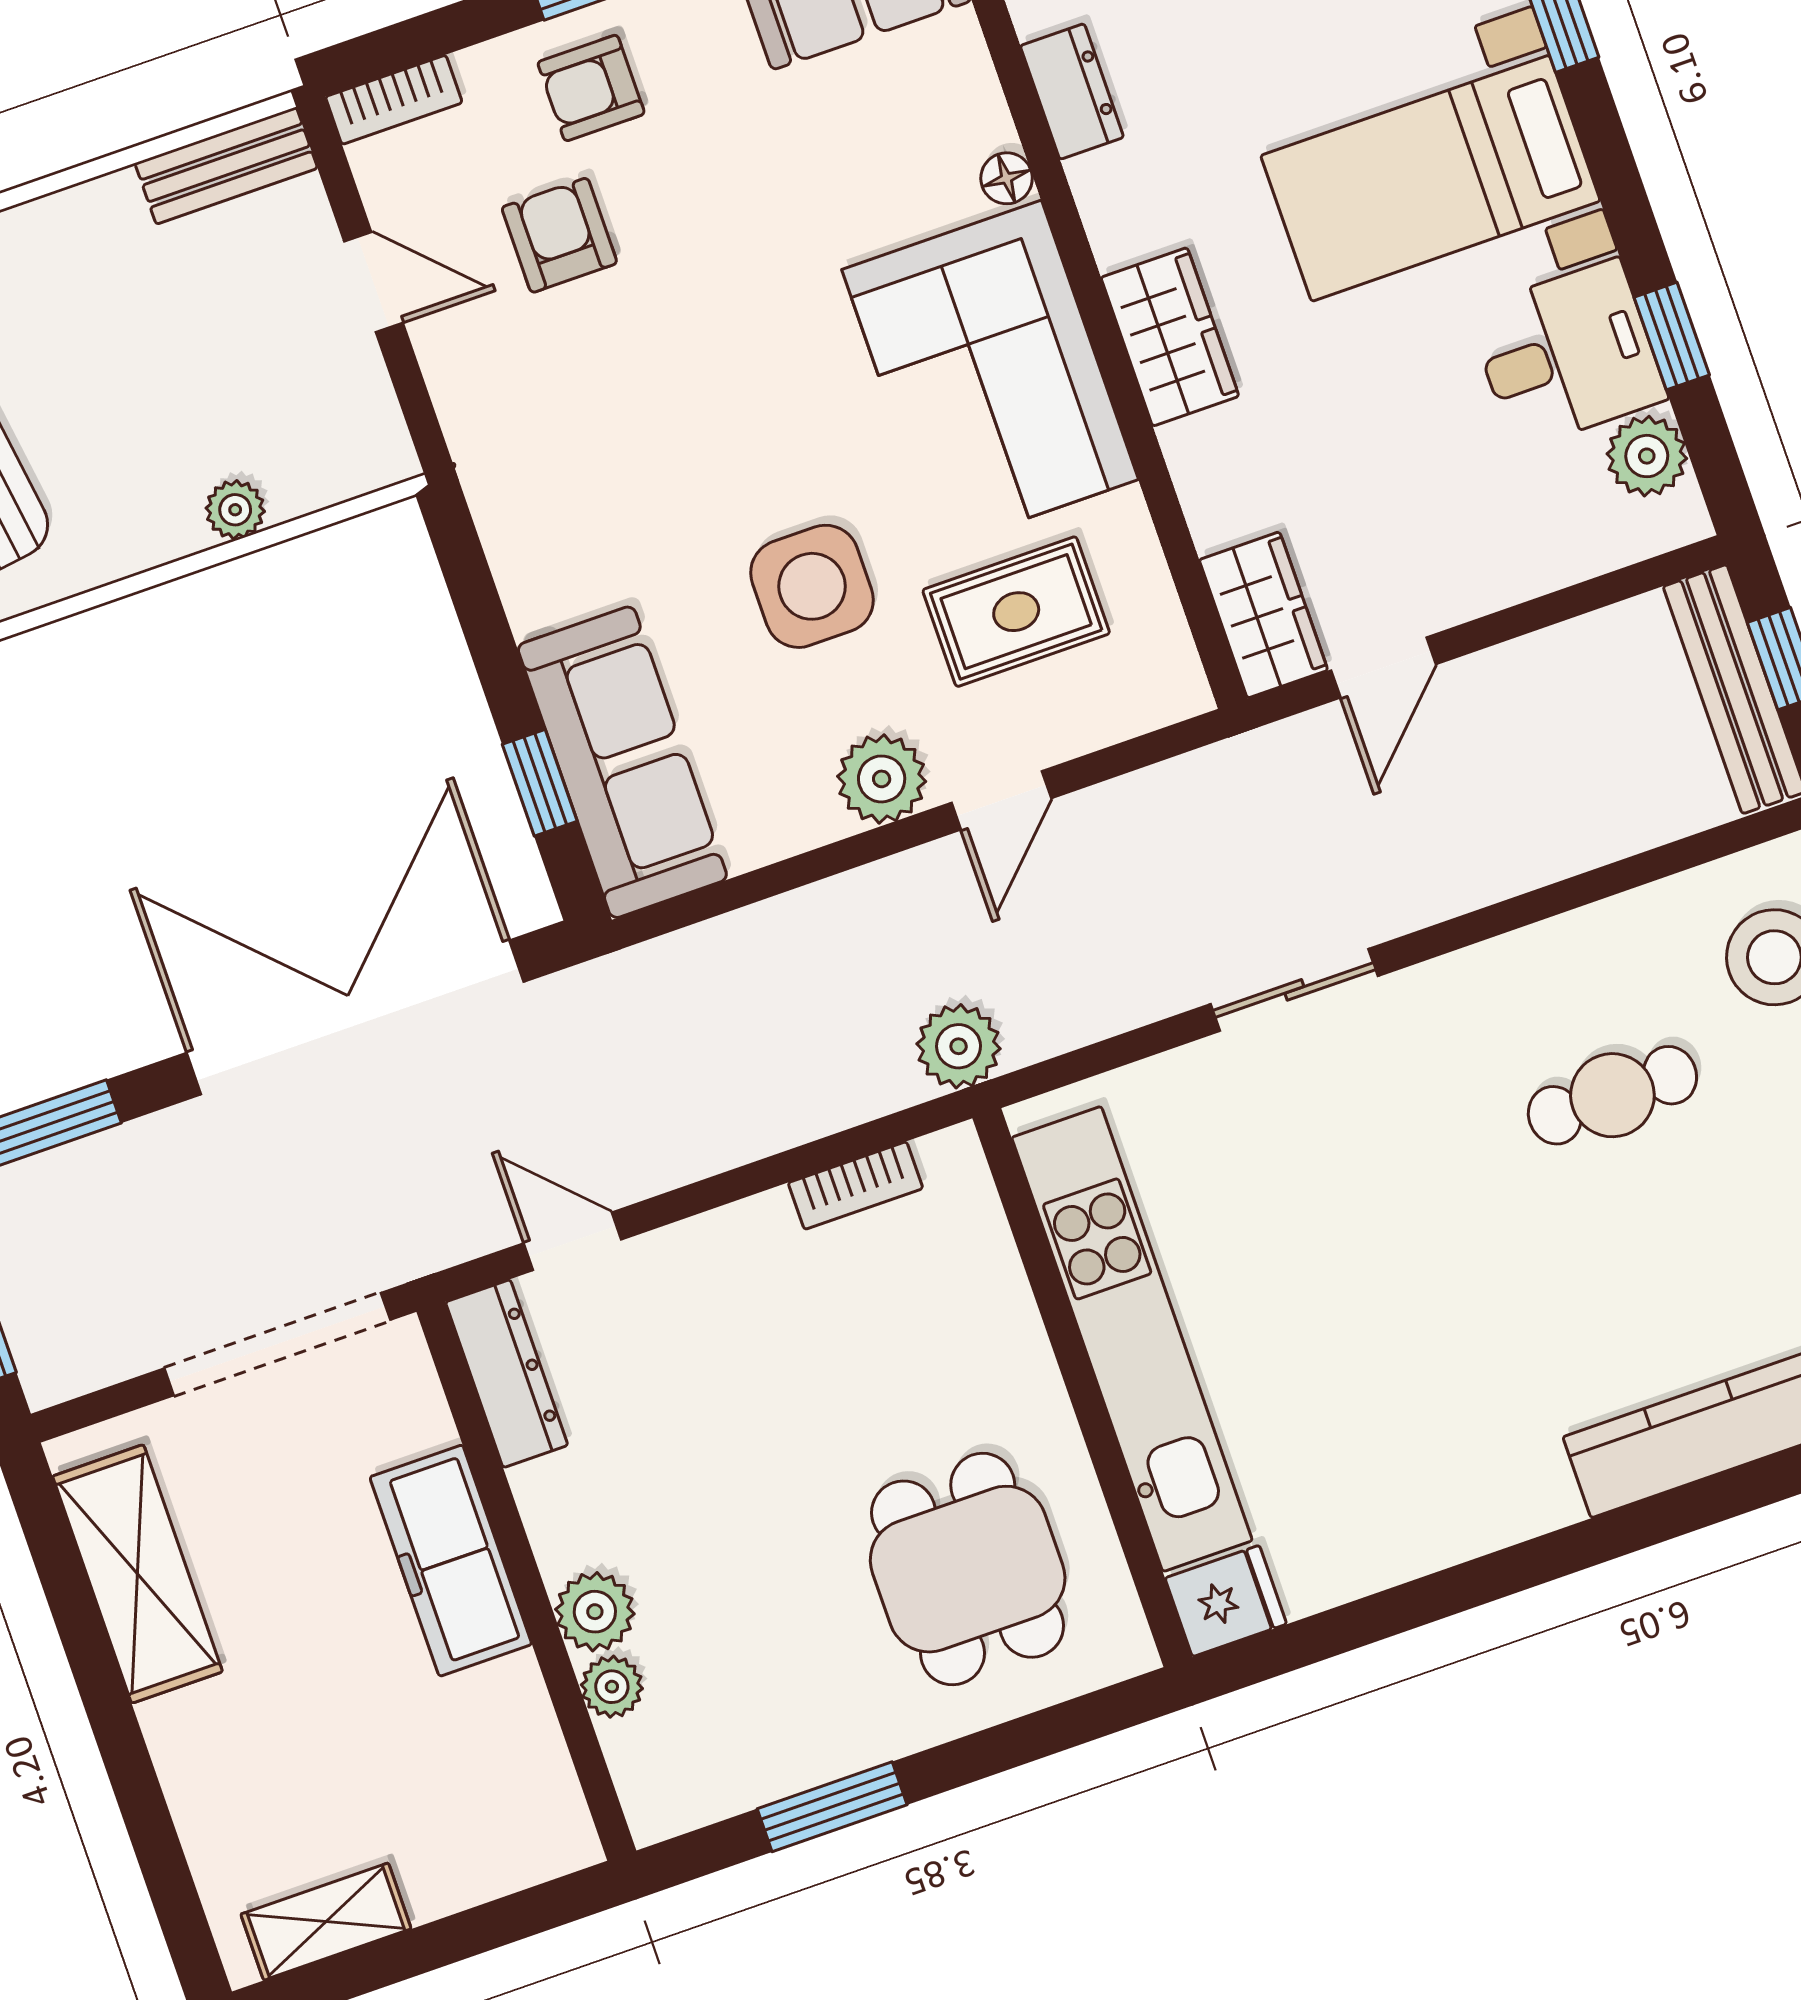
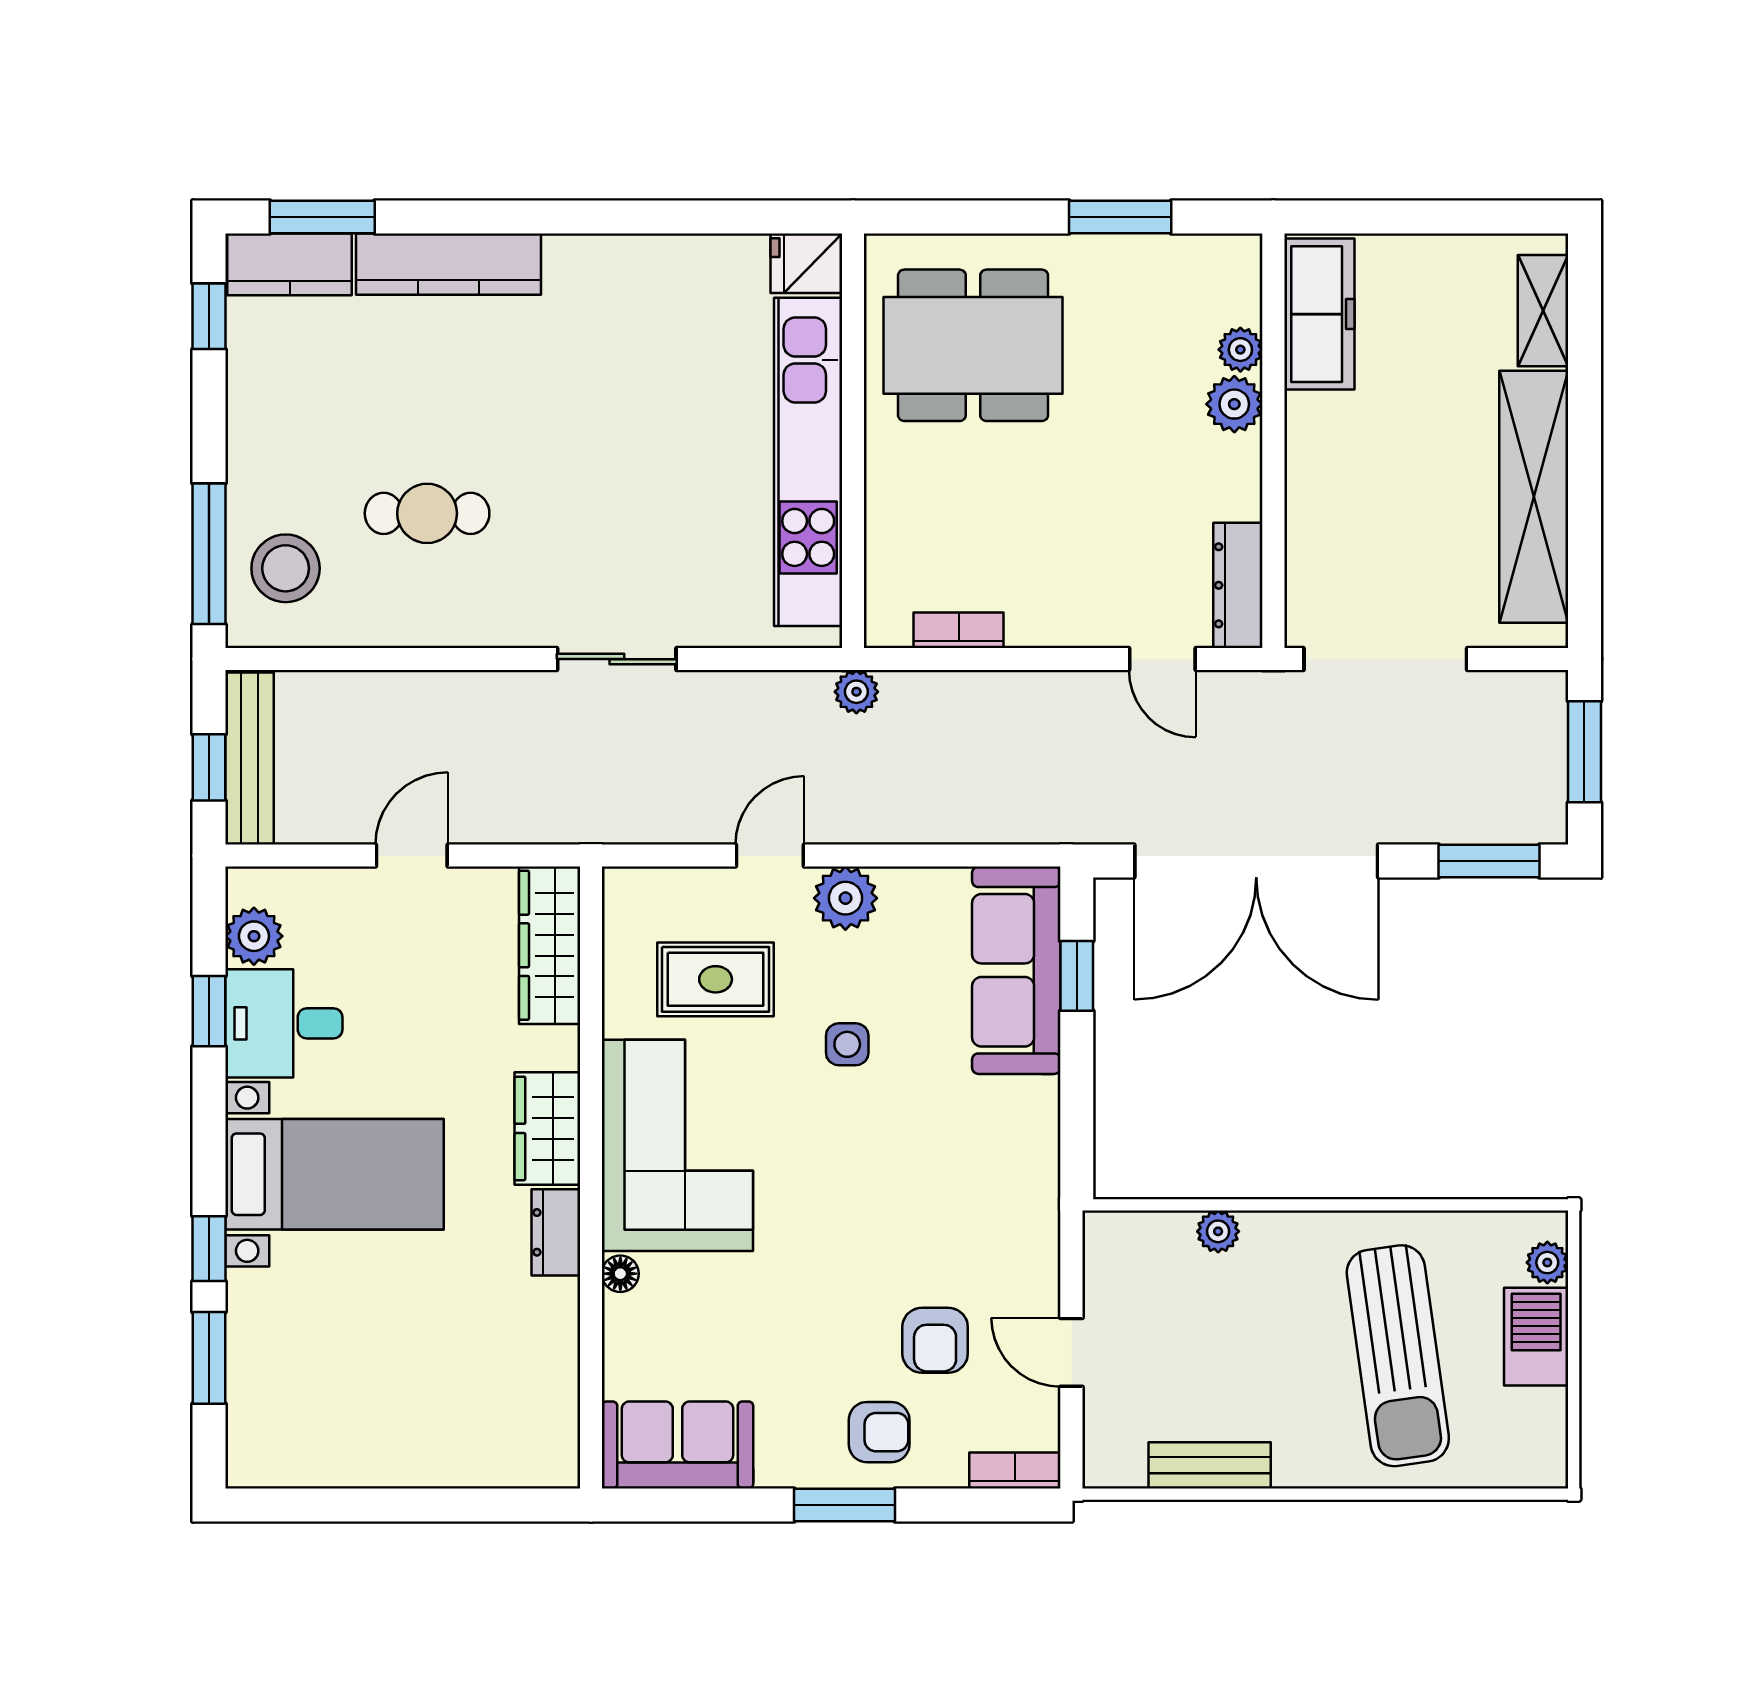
dresser: (1072, 91) -> (556, 1232), moved
bench: (226, 166) -> (1210, 1465), moved
side table: (812, 586) -> (847, 1044), width x0.54, depth x0.54
wardrobe: (1263, 615) -> (550, 945), width x1.50
door: (1383, 667) -> (412, 856), moved
plant: (959, 1046) -> (856, 692), width x0.73, depth x0.73
freezer: (451, 1561) -> (1319, 314), moved
dining table: (968, 1569) -> (973, 345), width x1.38
shelving: (138, 1574) -> (1534, 497), width x1.47
shelving: (326, 1922) -> (1543, 311), moved, turned 90

